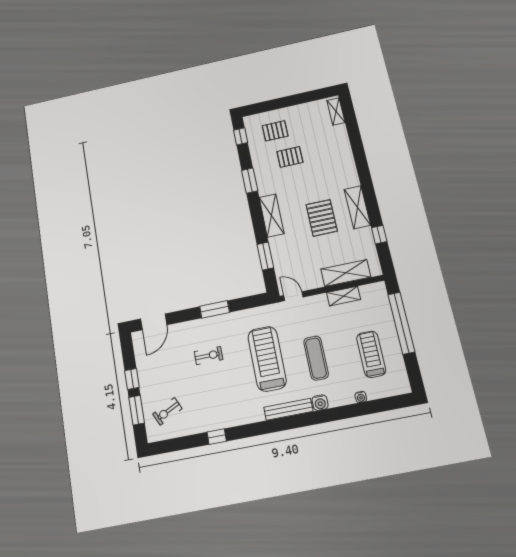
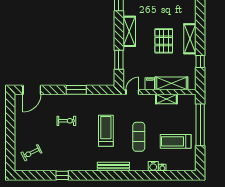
filing cabinet: (315, 280) -> (150, 84), added
door: (293, 296) -> (132, 92), hinge flipped
treadmill: (371, 354) -> (176, 141), turned -90
treadmill: (267, 359) -> (106, 131), width x0.73, depth x0.73
window: (132, 379) -> (10, 126), removed
water cooler: (320, 403) -> (153, 166), moved
window: (137, 410) -> (10, 148), removed

